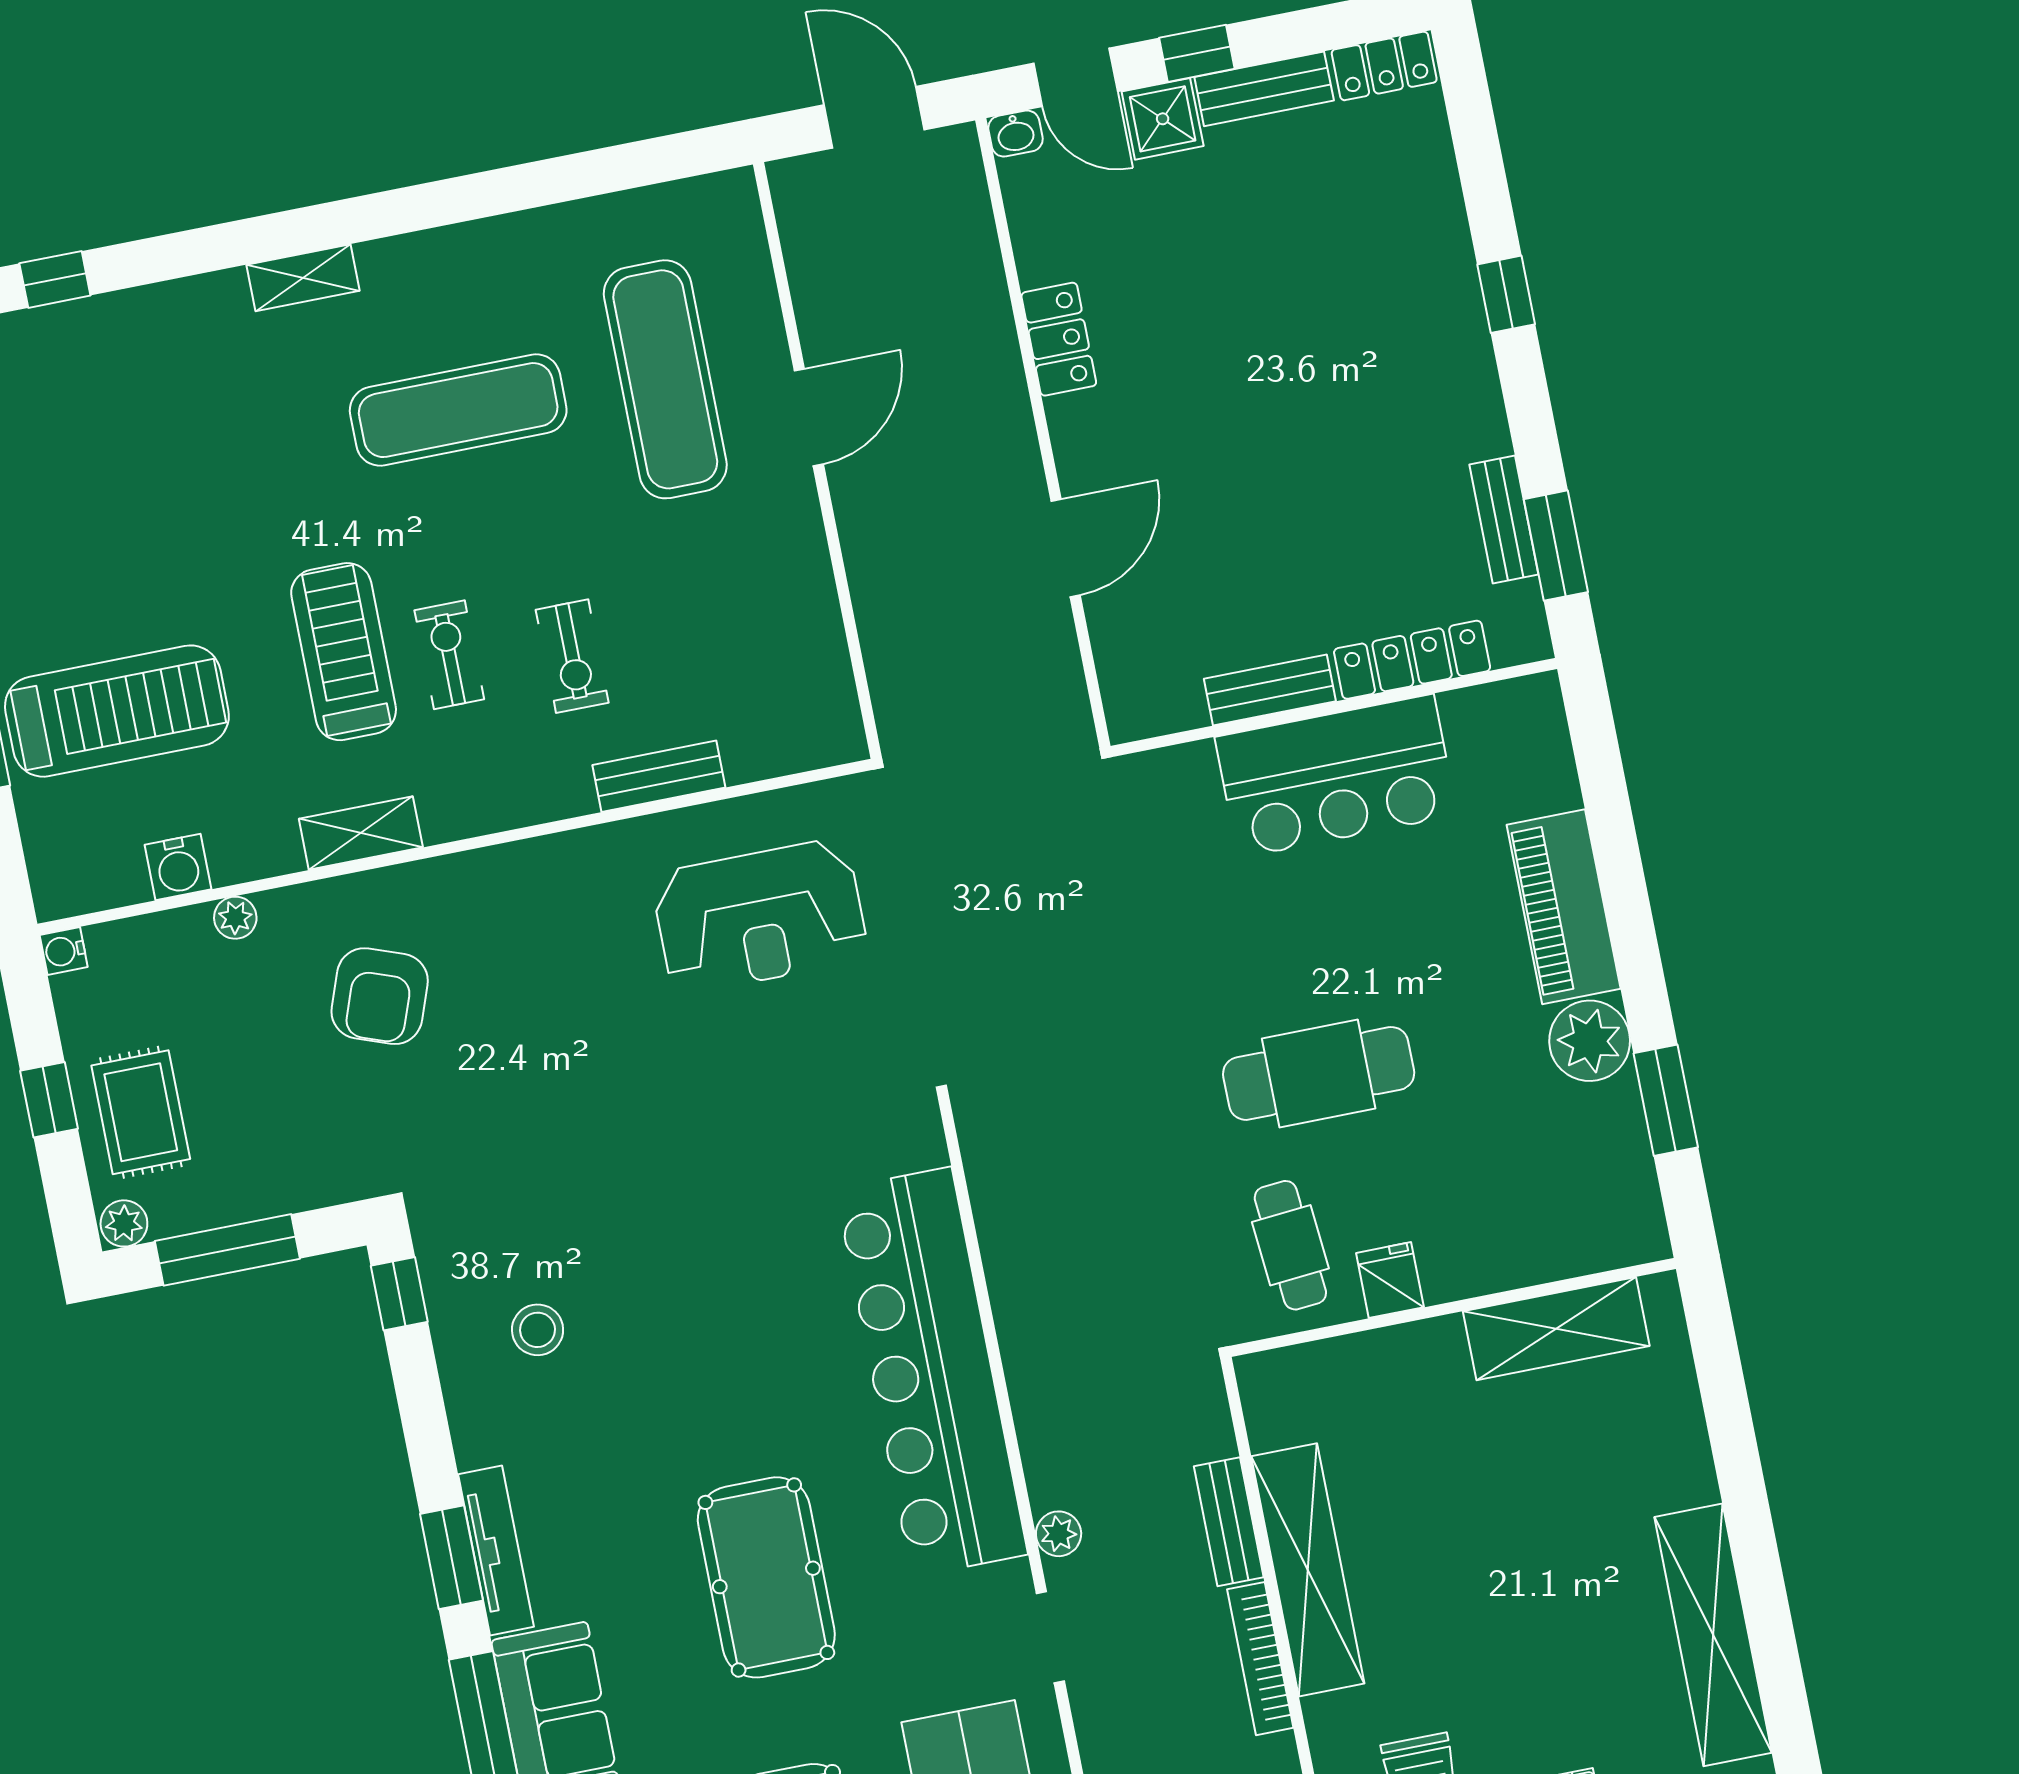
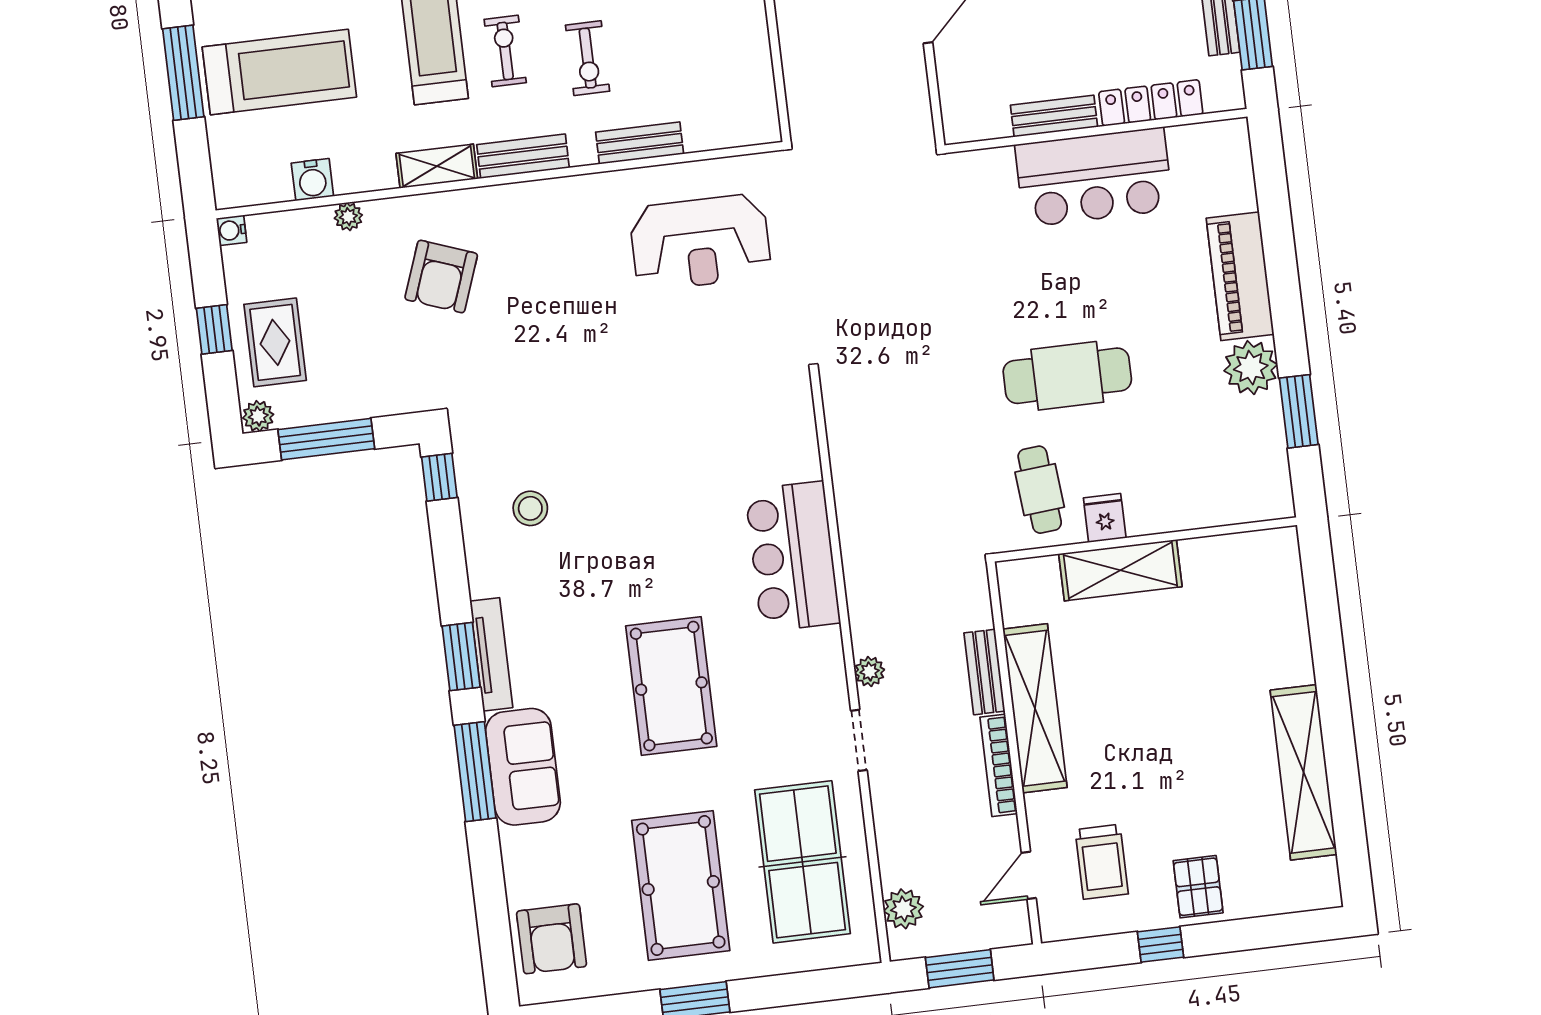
bench: (487, 809) -> (523, 156), added
shelving: (1556, 1329) -> (1120, 570), moved
bar counter: (932, 1372) -> (793, 556), width x0.54

